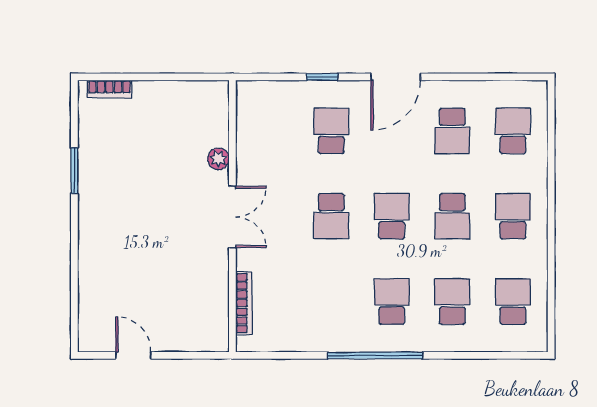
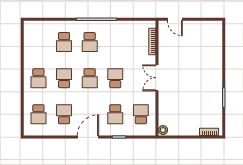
plant: (218, 159) -> (163, 130), moved
school desk: (513, 302) -> (141, 114), moved, turned 180
door: (133, 355) -> (175, 19), moved

